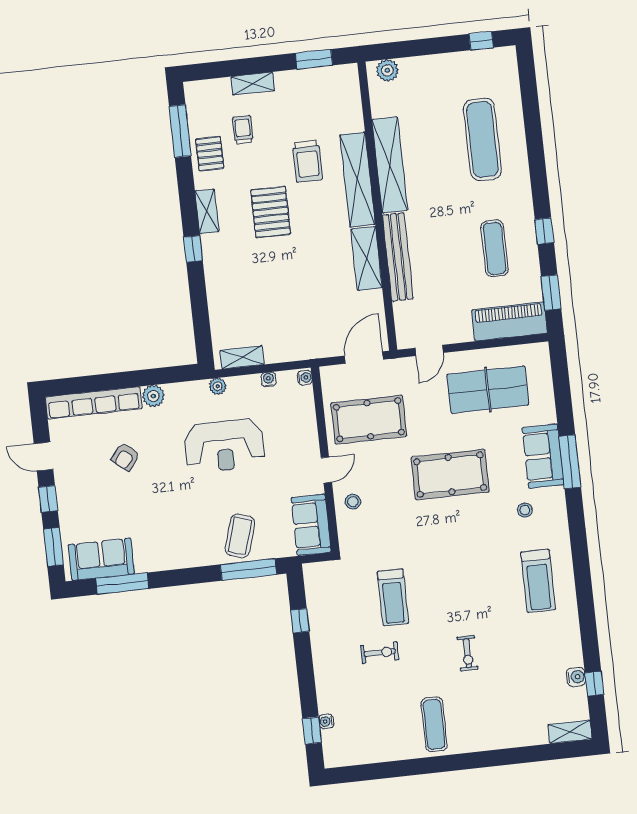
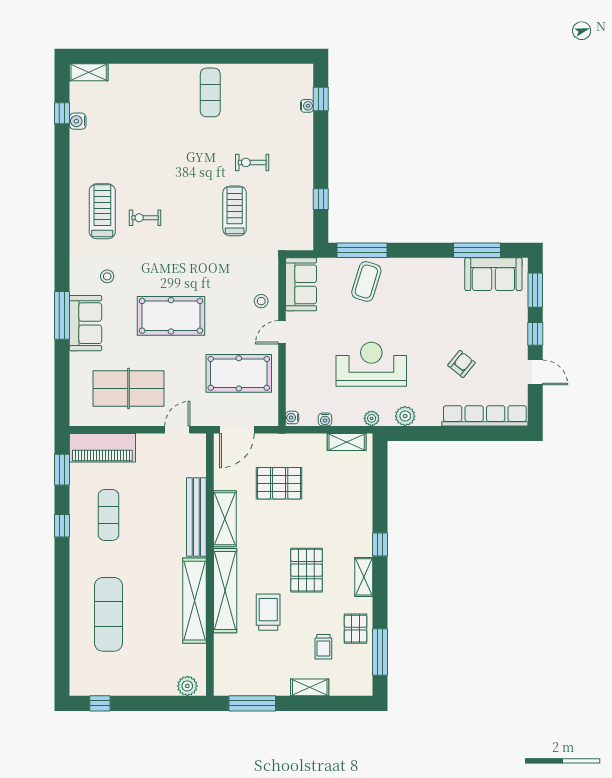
window: (314, 59) -> (252, 703), width x1.44
pallet: (311, 304) -> (279, 483), added
plant: (153, 396) -> (405, 416), moved
exercise bike: (468, 653) -> (145, 218), moved, turned -90

